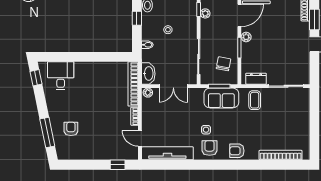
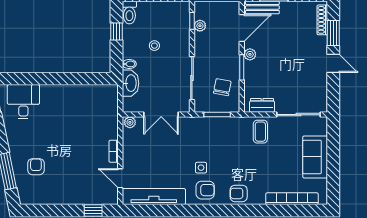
washbasin: (148, 74) -> (131, 83), moved
bookcase: (133, 84) -> (112, 112), removed
sofa: (221, 98) -> (315, 157), moved, turned 90
armchair: (210, 148) -> (205, 190), turned 90

